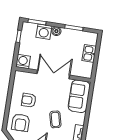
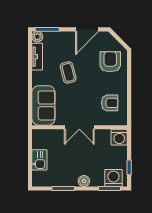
washing machine: (44, 32) -> (113, 178), moved
double door: (53, 74) -> (79, 127), width x0.73
armchair: (29, 100) -> (110, 103), moved

